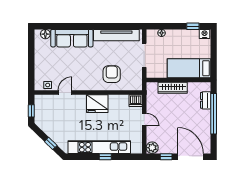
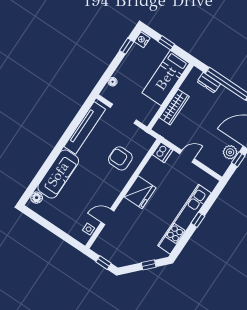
window: (214, 52) -> (166, 43), added
door: (65, 92) -> (108, 217), hinge flipped
plant: (152, 148) -> (230, 152), moved

